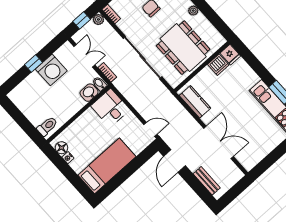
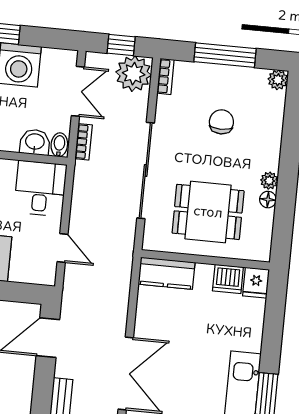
floor lamp: (201, 18) -> (268, 200), added
plant: (98, 19) -> (134, 74), width x1.87, depth x1.87
dining table: (183, 48) -> (208, 212), width x0.73
kitchen counter: (195, 102) -> (167, 273), moved, turned 90
door: (150, 129) -> (63, 248), moved

